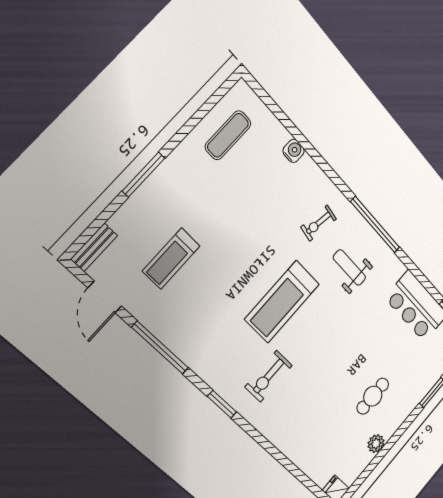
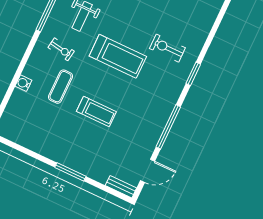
exercise mat: (228, 135) -> (60, 87), moved, turned 90
treadmill: (171, 258) -> (96, 112), moved
exercise bike: (269, 376) -> (167, 48), turned 180

